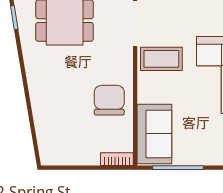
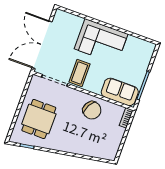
chair: (109, 100) -> (92, 110), turned -151

